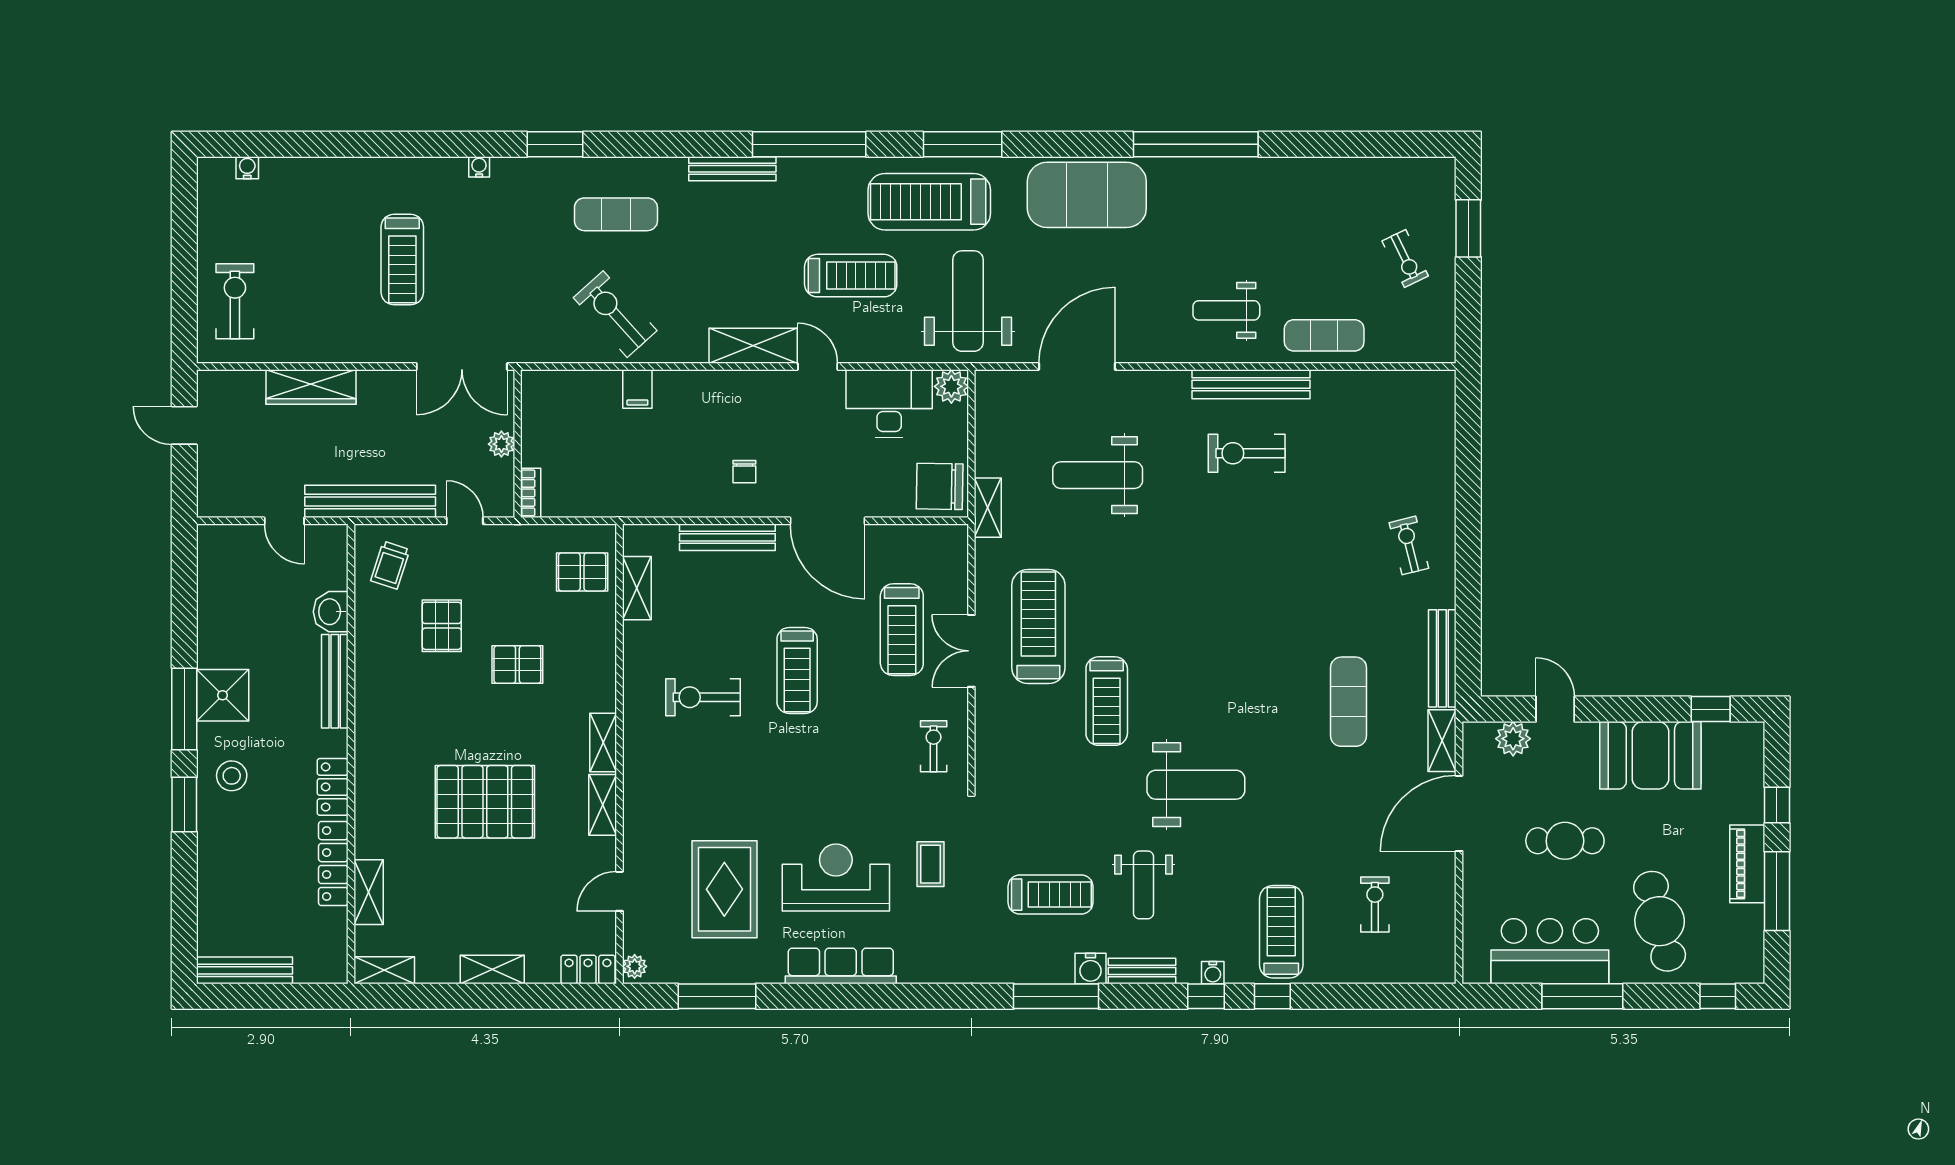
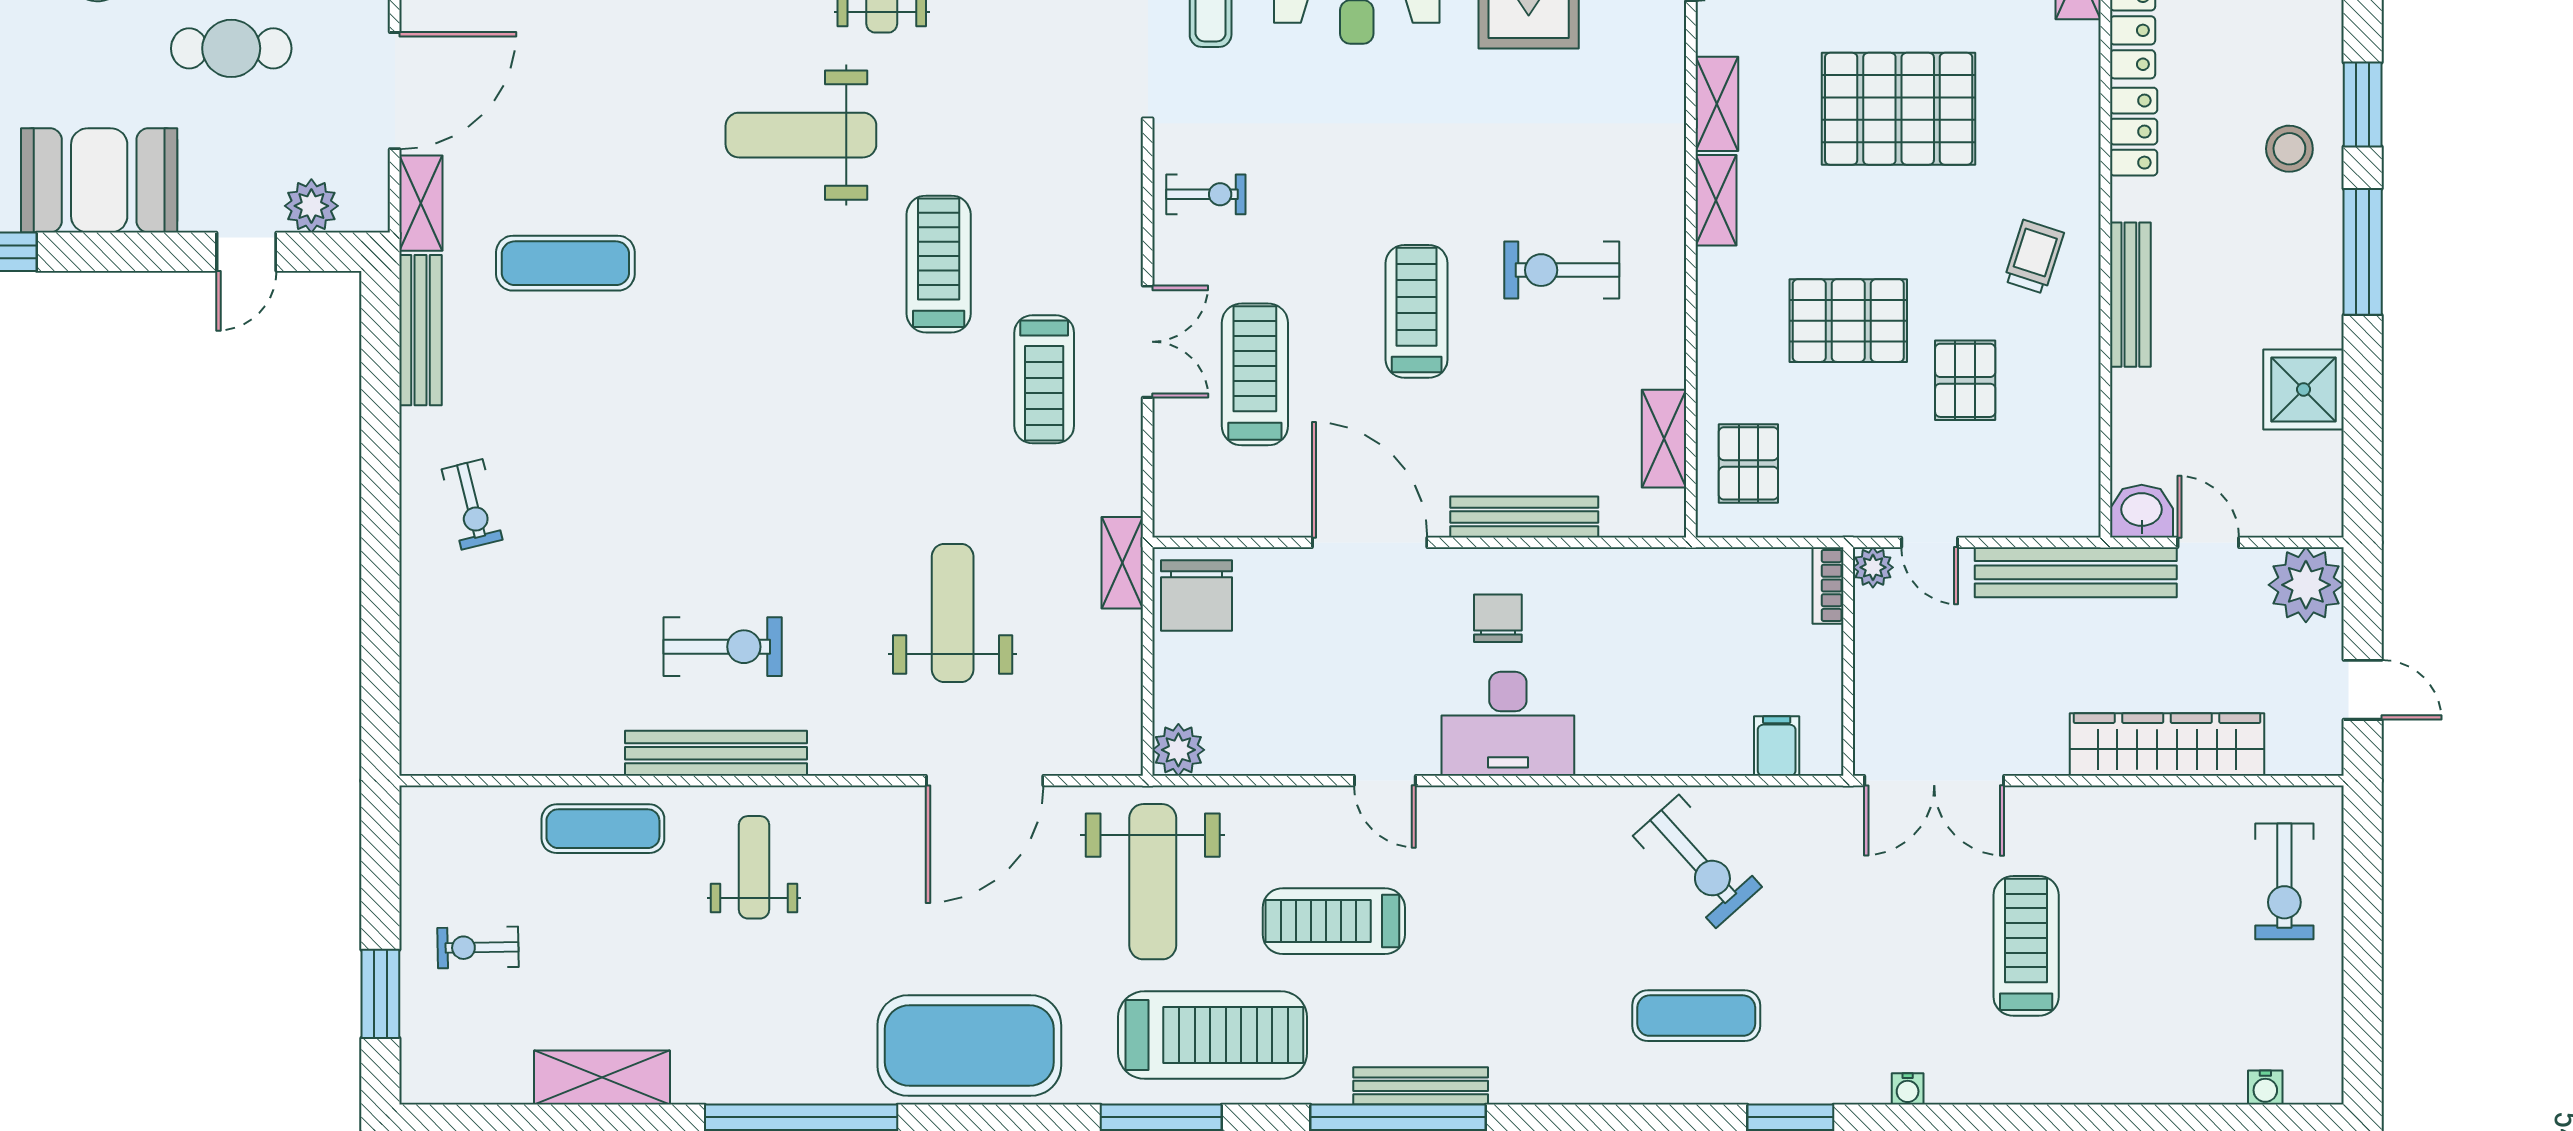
bench: (732, 169) -> (1421, 1086), moved
exercise bike: (1405, 258) -> (478, 947), turned -65
weight bench: (1226, 310) -> (754, 867), turned -90
shelving: (753, 346) -> (602, 1078), moved
double door: (462, 366) -> (1934, 781), swing flipped
wardrobe: (311, 387) -> (2167, 744), width x1.40, depth x1.17
filing cabinet: (637, 389) -> (1777, 746), moved
desk: (889, 403) -> (1508, 724), moved
plant: (501, 444) -> (1873, 567), moved
chair: (744, 472) -> (1498, 618), width x1.37, depth x1.37
weight bench: (1098, 475) -> (953, 613), turned -90
chair: (940, 486) -> (1197, 596), turned 89
plant: (221, 493) -> (2306, 585), added
trolley: (390, 565) -> (2034, 257), moved
pallet: (582, 572) -> (1748, 463), turned 90
washbasin: (331, 612) -> (2142, 511), moved, turned -90
treadmill: (1038, 627) -> (1044, 379), width x0.73, depth x0.73
pallet: (517, 665) -> (1848, 321), width x1.50, depth x1.42
shower: (223, 695) -> (2304, 389), moved
exercise bike: (703, 697) -> (1562, 270), turned 180
exercise mat: (1348, 702) -> (565, 263), turned 90
door: (1555, 709) -> (246, 252), hinge flipped
exercise bike: (934, 746) -> (1206, 194), turned -90

